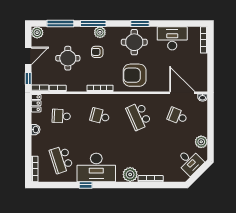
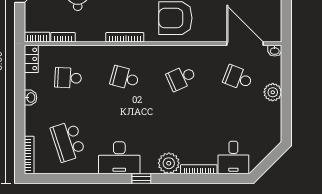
window: (28, 78) -> (20, 23), removed
school desk: (139, 116) -> (181, 78), width x0.54
plant: (201, 142) -> (273, 92), moved
desk: (190, 162) -> (233, 157), moved, turned 45
desk: (96, 167) -> (119, 158), width x0.73, depth x0.77
window: (86, 185) -> (141, 179), moved

